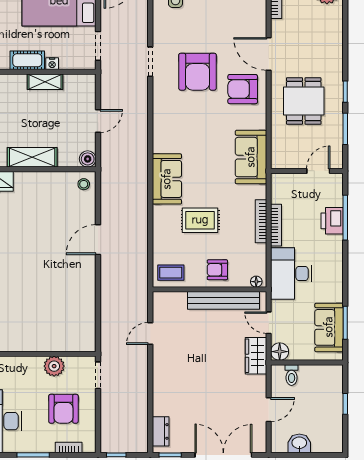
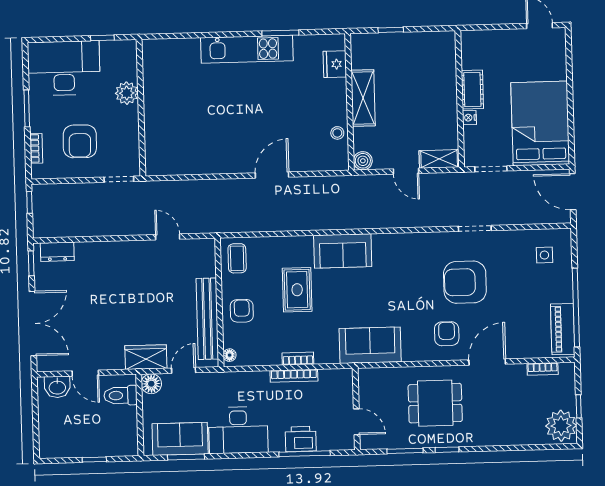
shelving: (45, 82) -> (439, 159), moved, turned 90
armchair: (243, 89) -> (447, 334), width x0.72, depth x0.72
stool: (84, 184) -> (337, 133), moved
bookcase: (261, 221) -> (298, 359), width x0.64
door: (98, 240) -> (272, 175), hinge flipped
desk: (291, 273) -> (238, 430), moved, turned 180
plant: (54, 366) -> (127, 93), moved
toilet: (292, 375) -> (120, 395), width x1.37, depth x1.39
armchair: (63, 409) -> (80, 141), turned -89
washbasin: (299, 443) -> (57, 387), moved, turned 90

